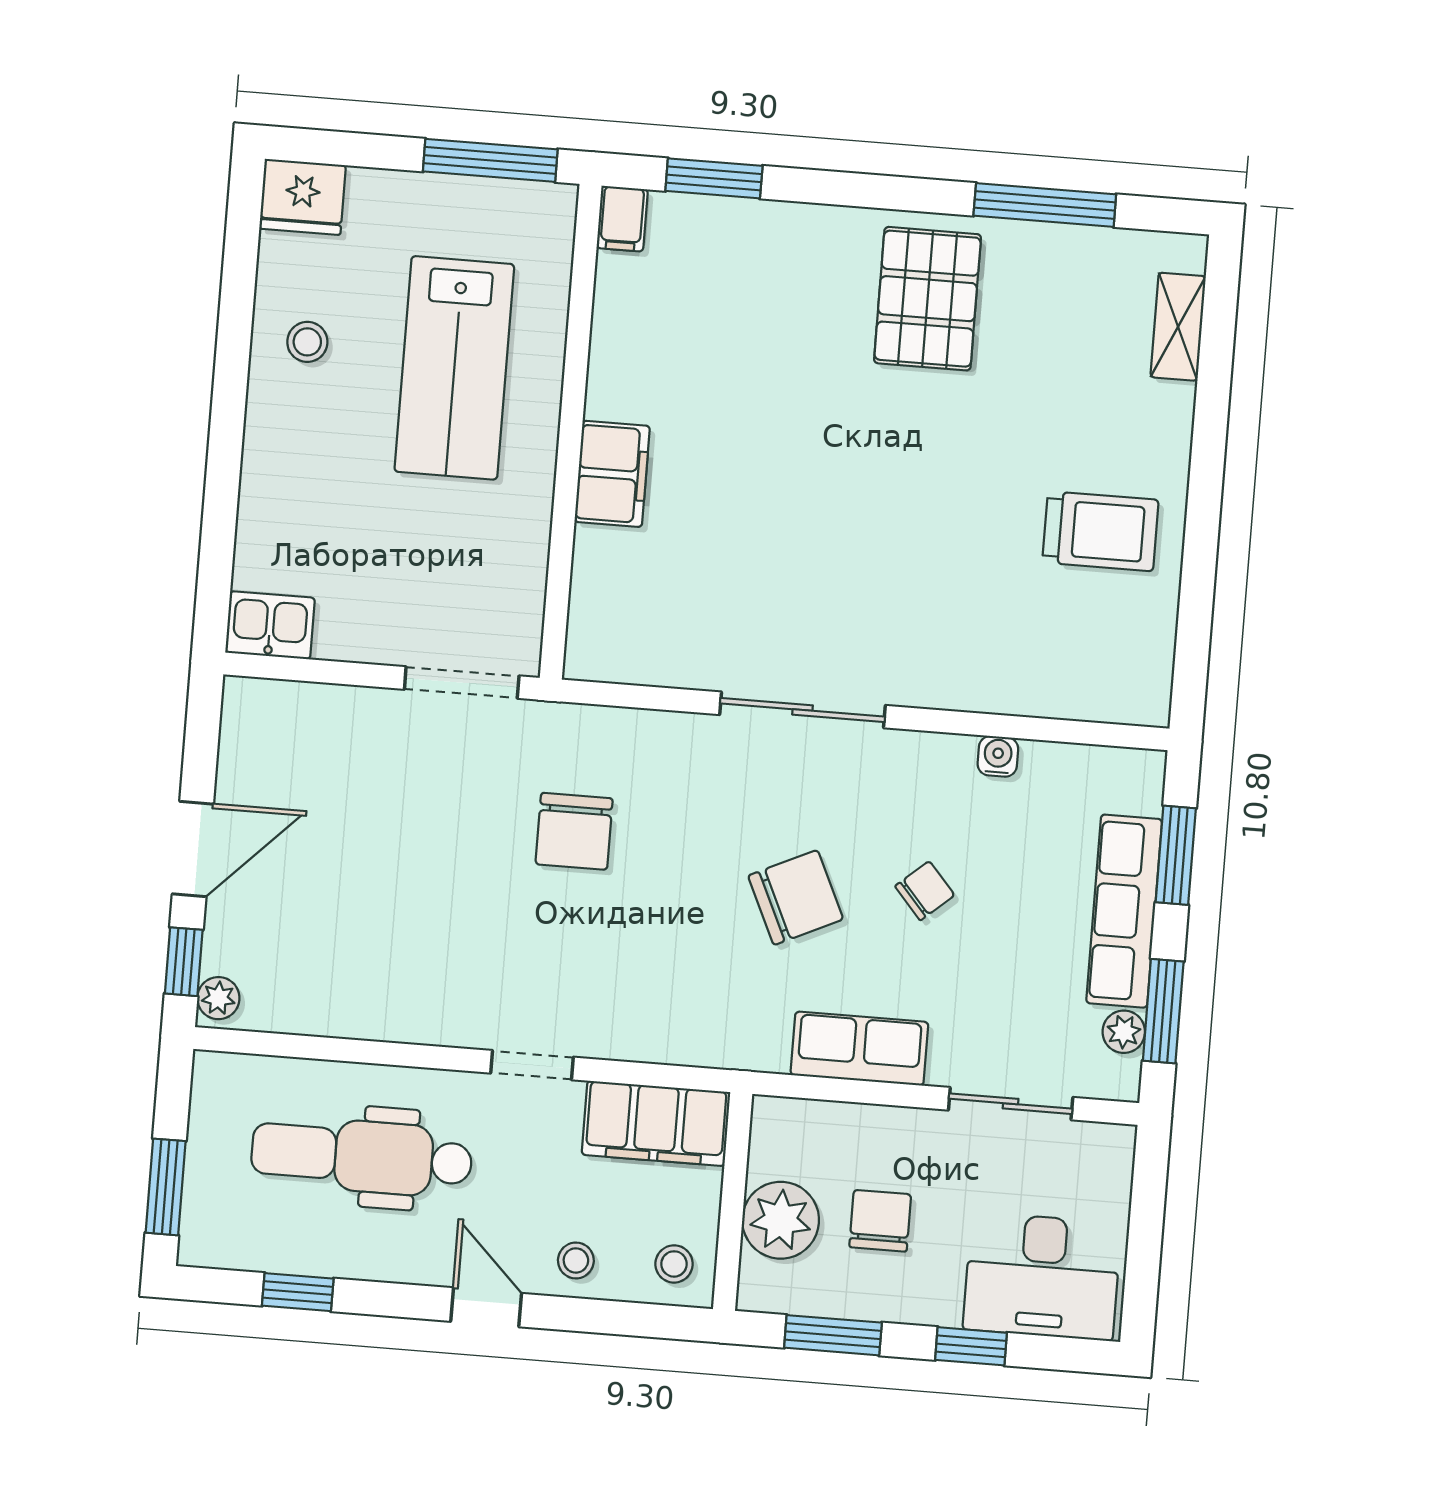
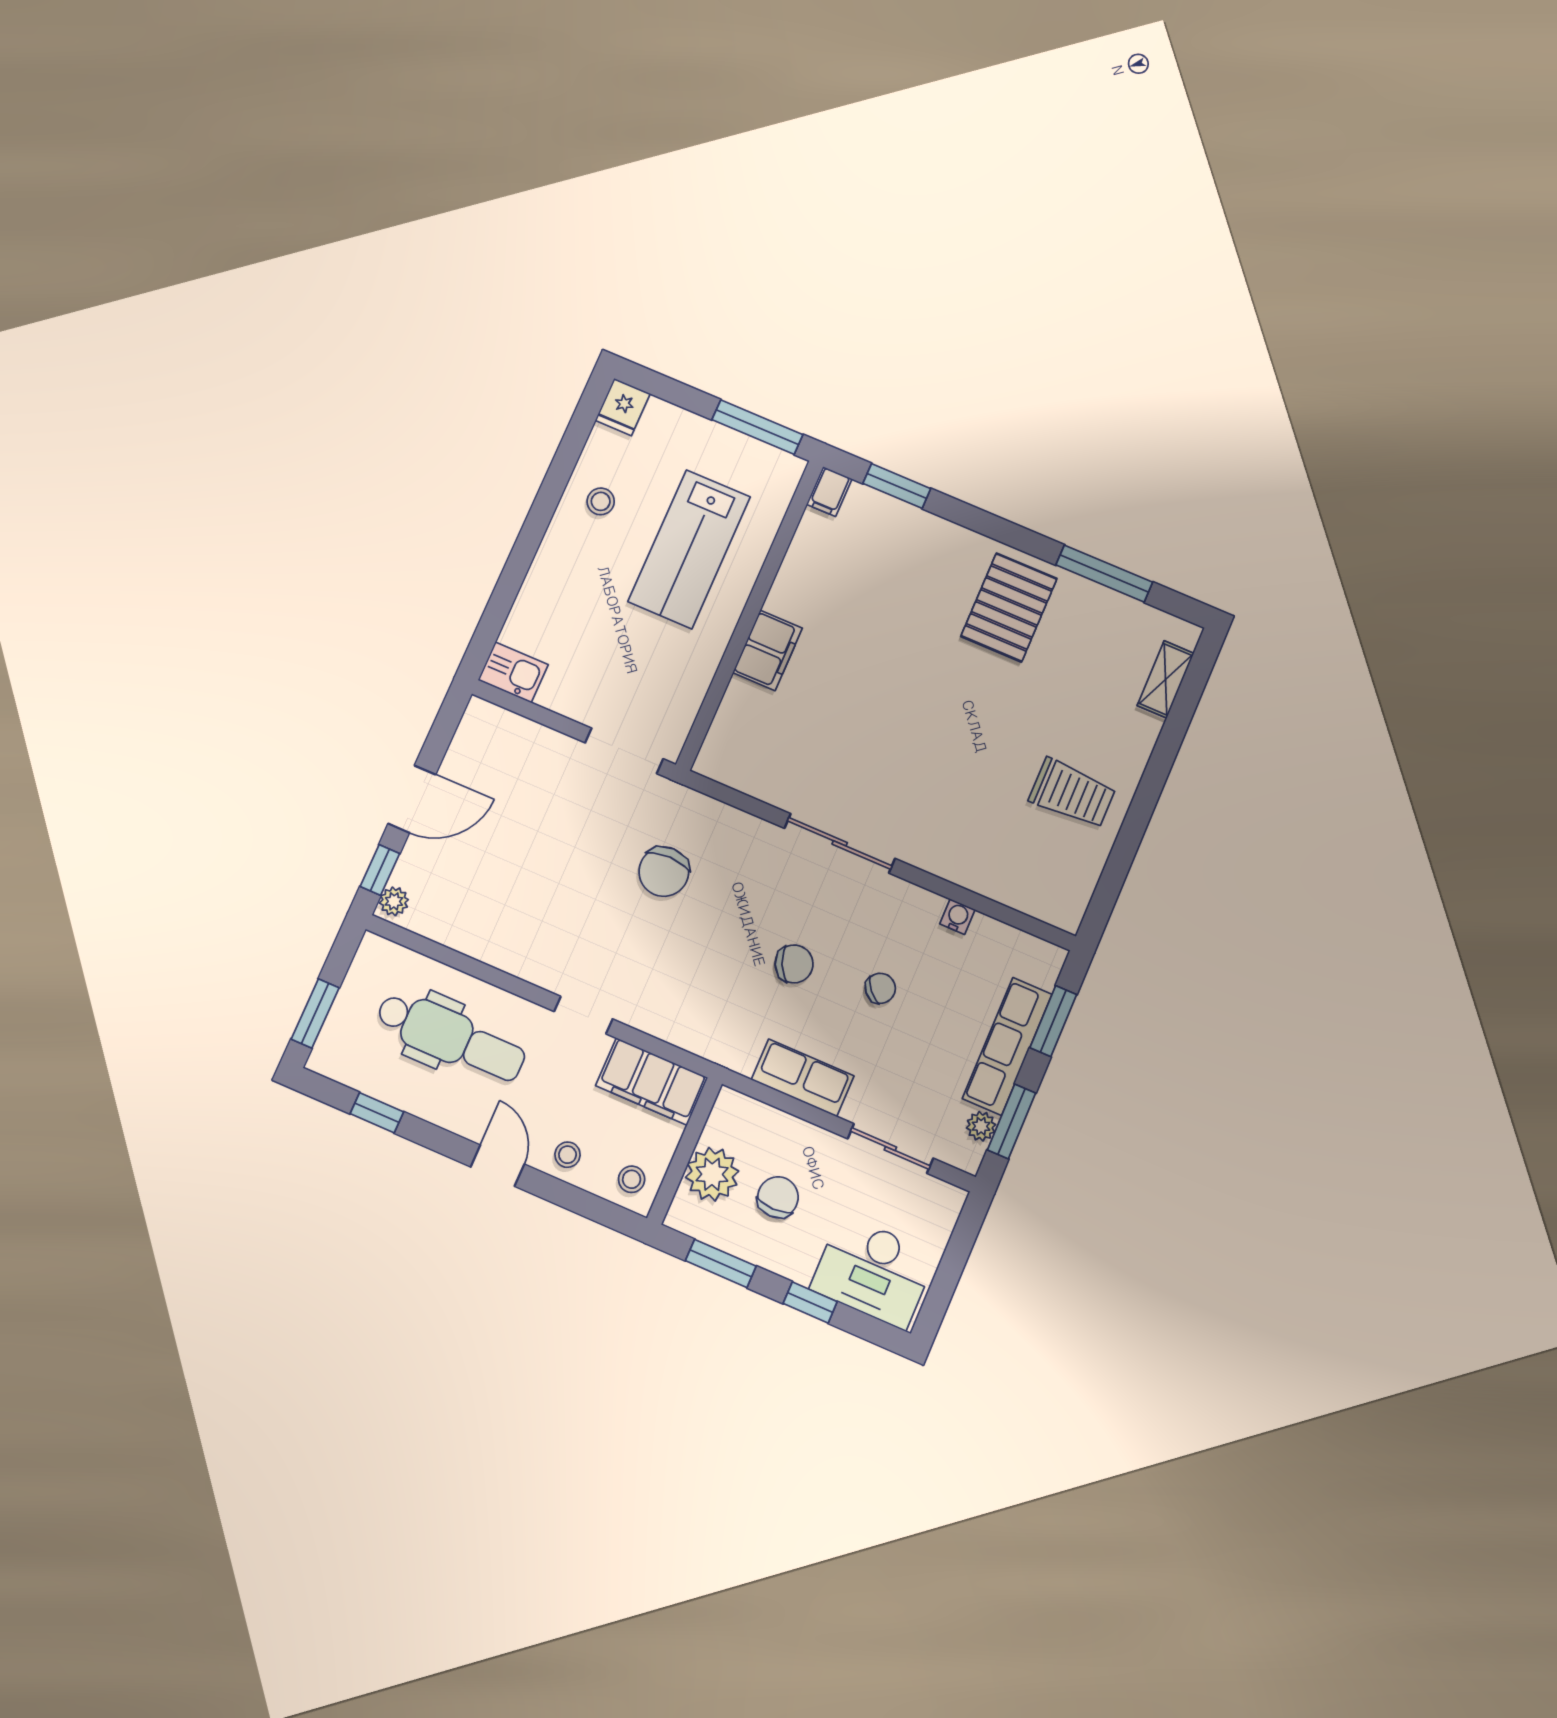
fridge: (303, 197) -> (623, 407), width x0.72
chair: (796, 897) -> (794, 964), width x0.73, depth x0.73
dental chair: (362, 1156) -> (451, 1037), turned 180

